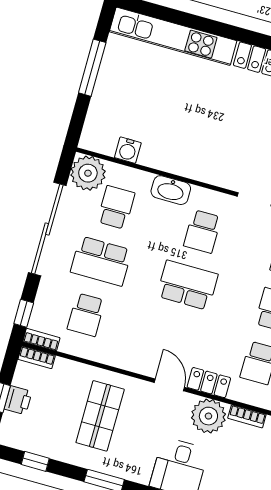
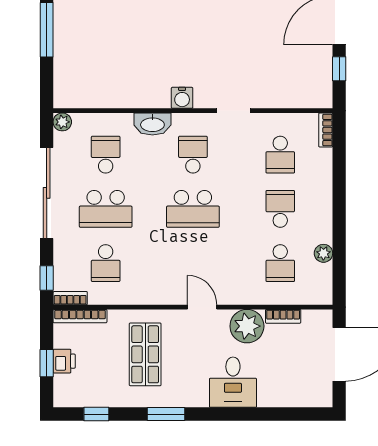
water cooler: (128, 150) -> (182, 98), moved
plant: (88, 173) -> (62, 122), width x0.53, depth x0.53
school desk: (202, 231) -> (193, 155), turned 180
school desk: (187, 285) -> (193, 209), turned 180
bookcase: (37, 357) -> (80, 316), width x1.56
locker: (209, 383) -> (239, 295), removed

